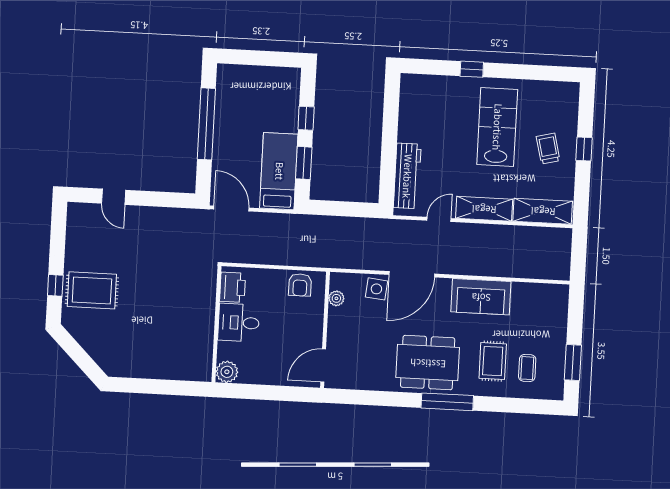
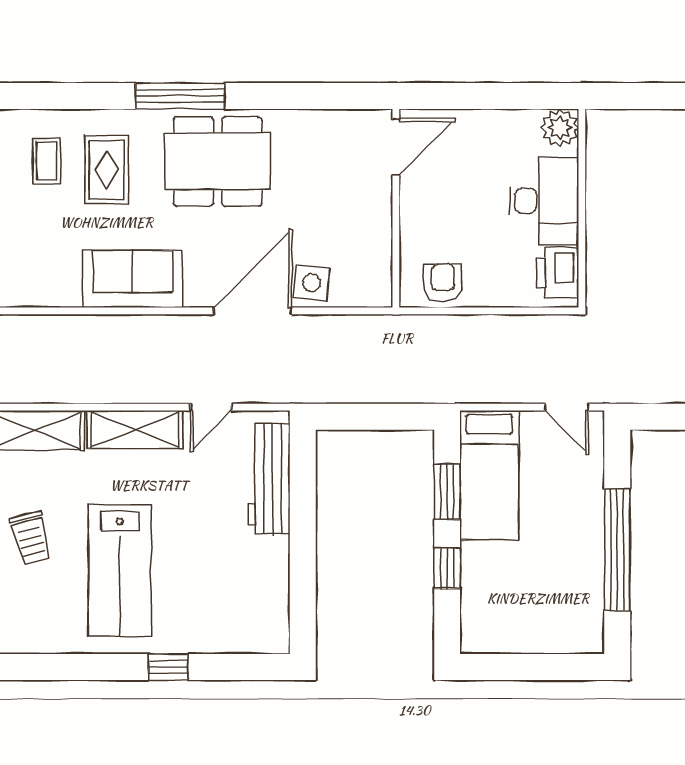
door: (231, 209) -> (567, 407), width x0.73
plant: (336, 298) -> (379, 263), removed
desk: (239, 323) -> (544, 201), width x1.37

